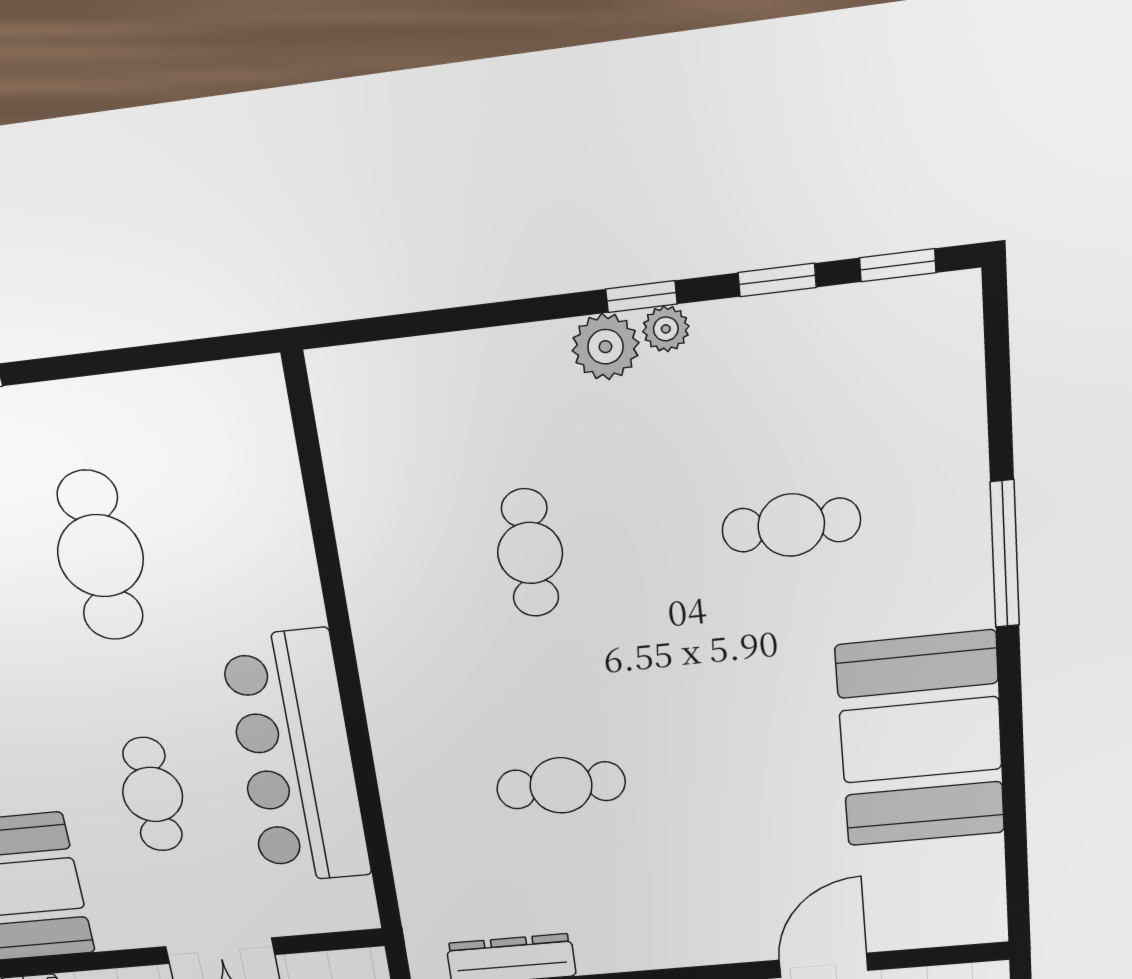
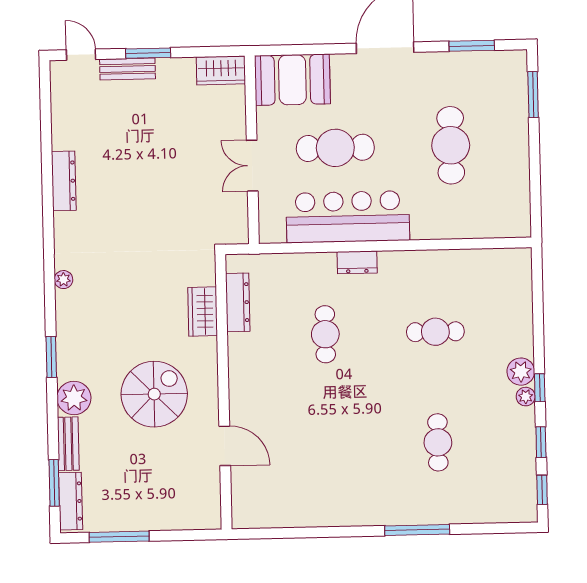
cafe table: (100, 556) -> (451, 145), turned 90
dresser: (394, 732) -> (357, 262), added
booth: (921, 740) -> (335, 493), removed
cafe table: (153, 795) -> (335, 148), width x1.37, depth x1.35

